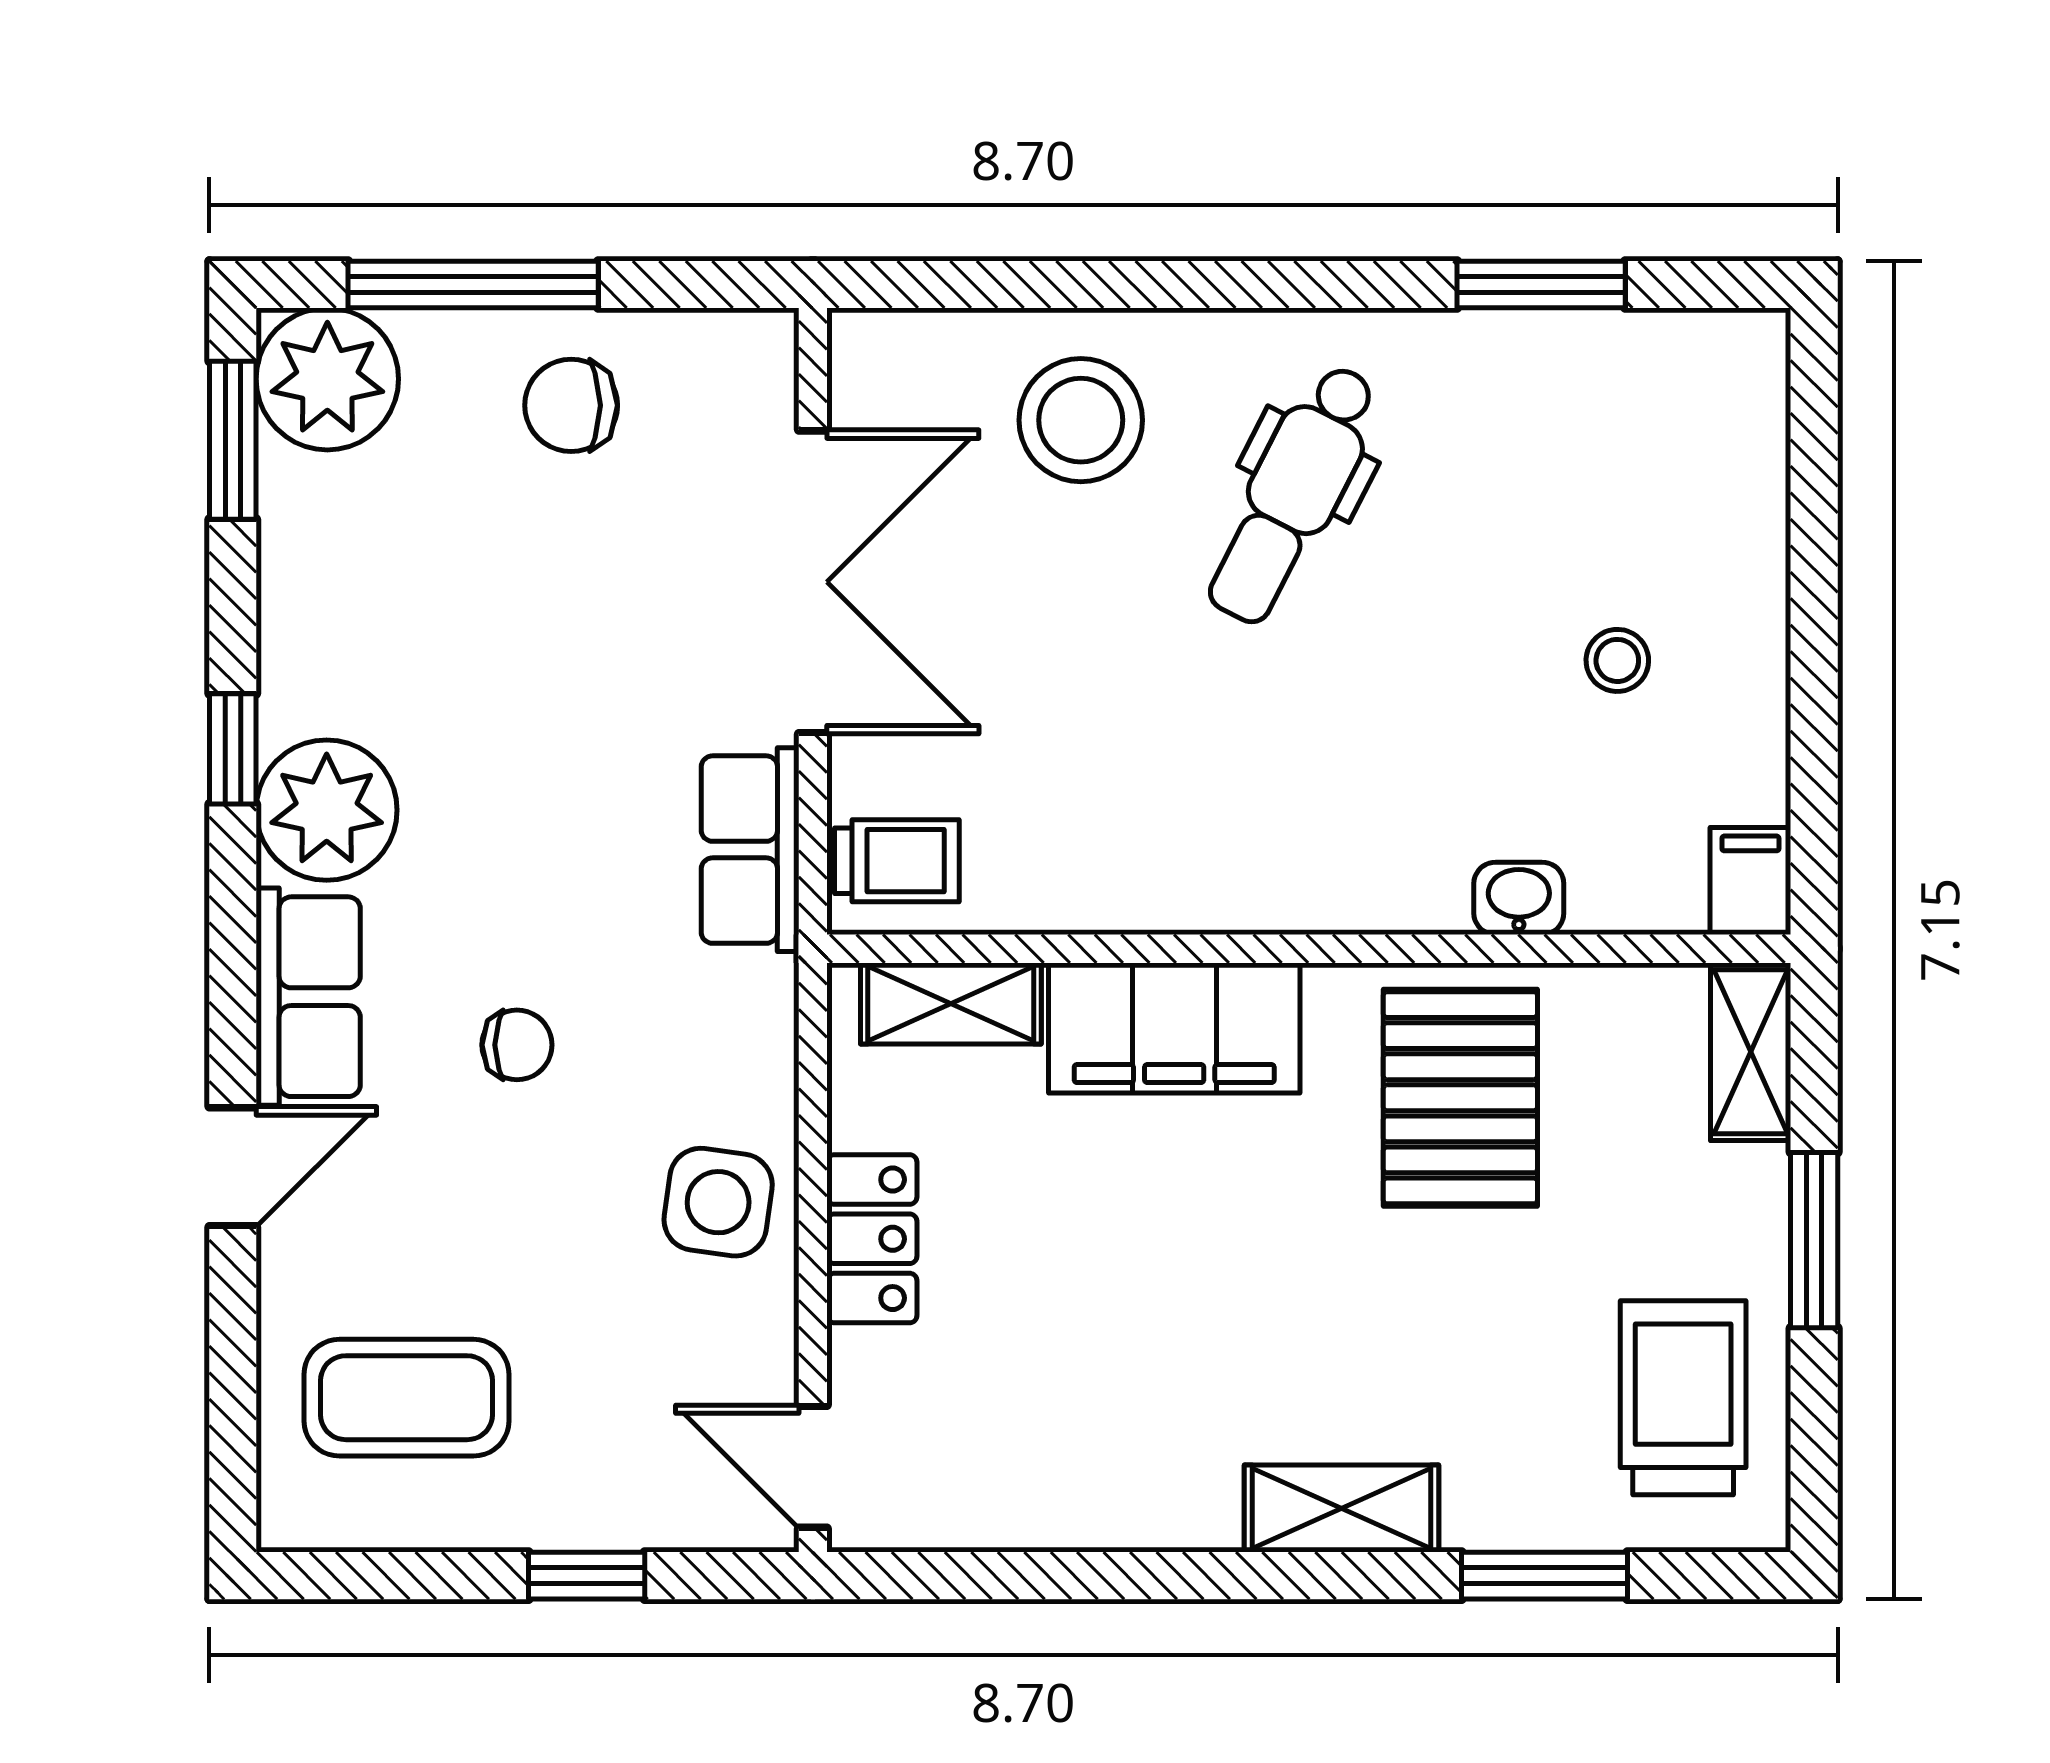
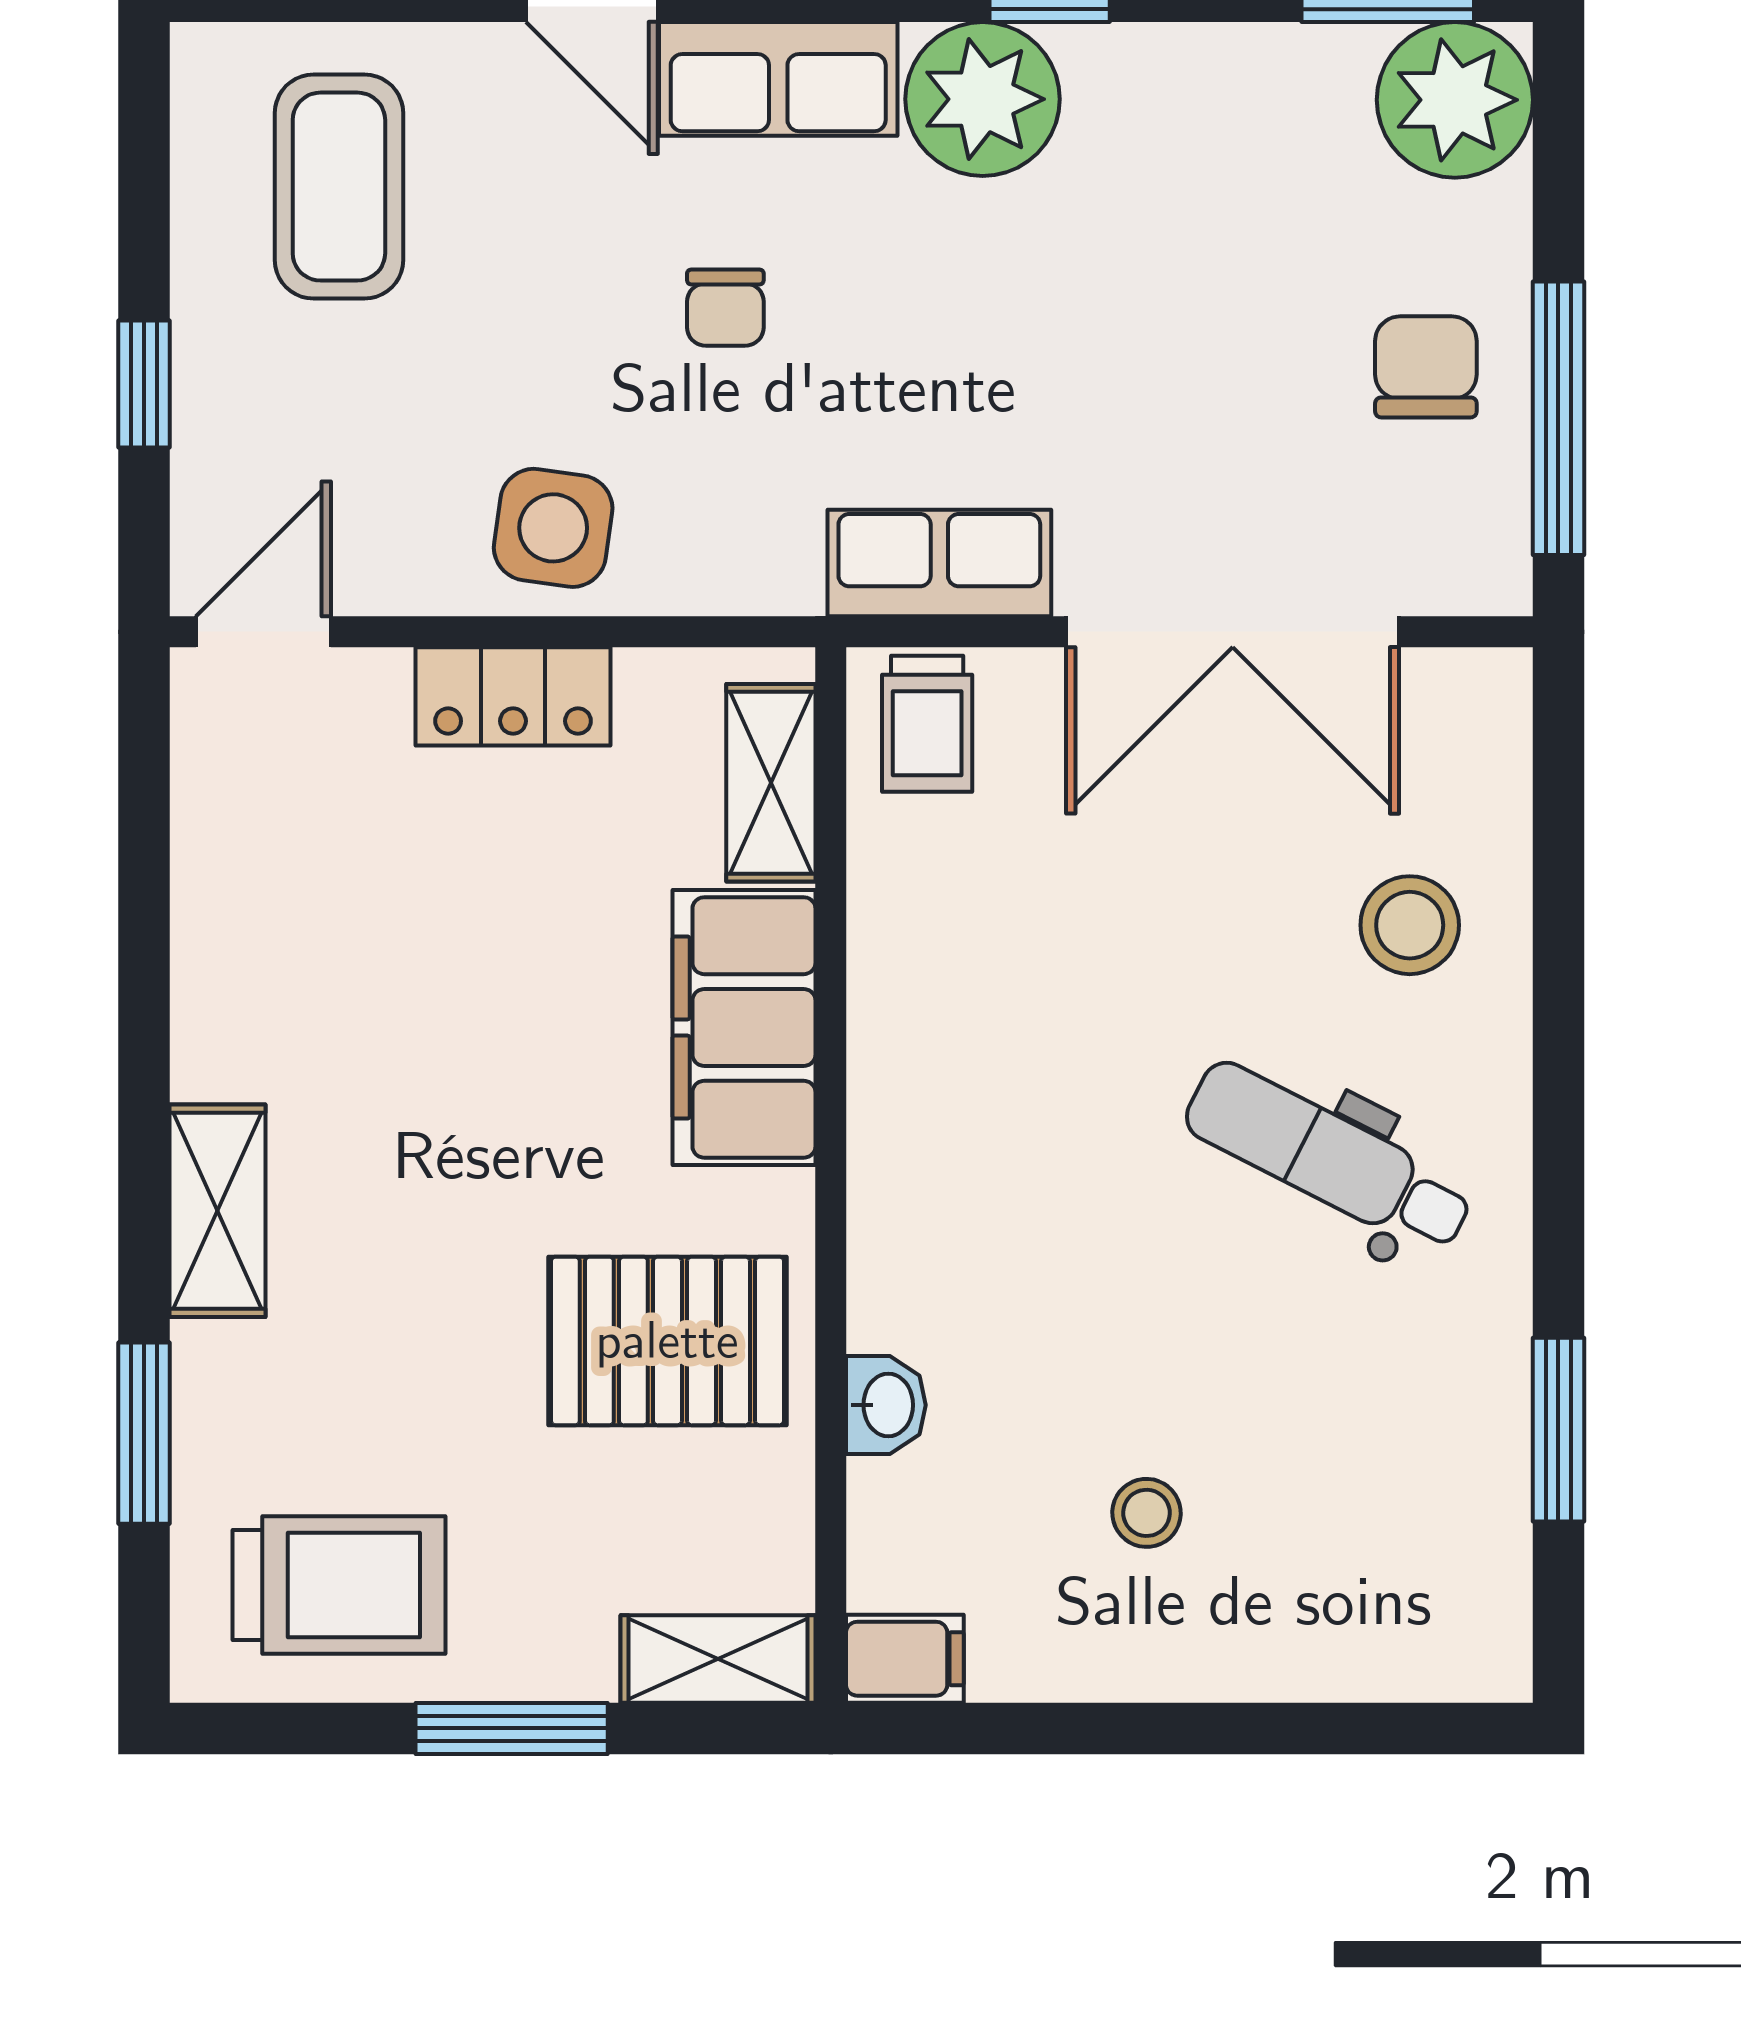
window: (473, 284) -> (1558, 418), moved
stool: (1081, 420) -> (1410, 925), width x0.73, depth x0.73

